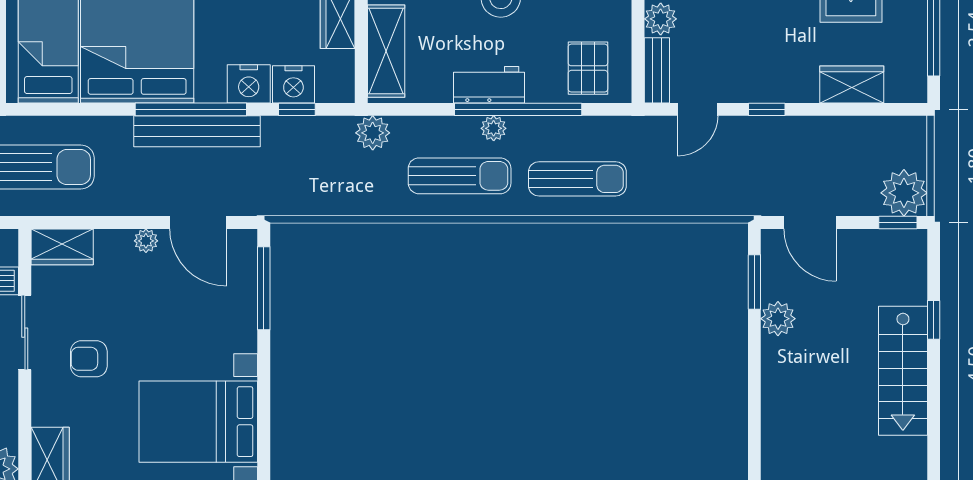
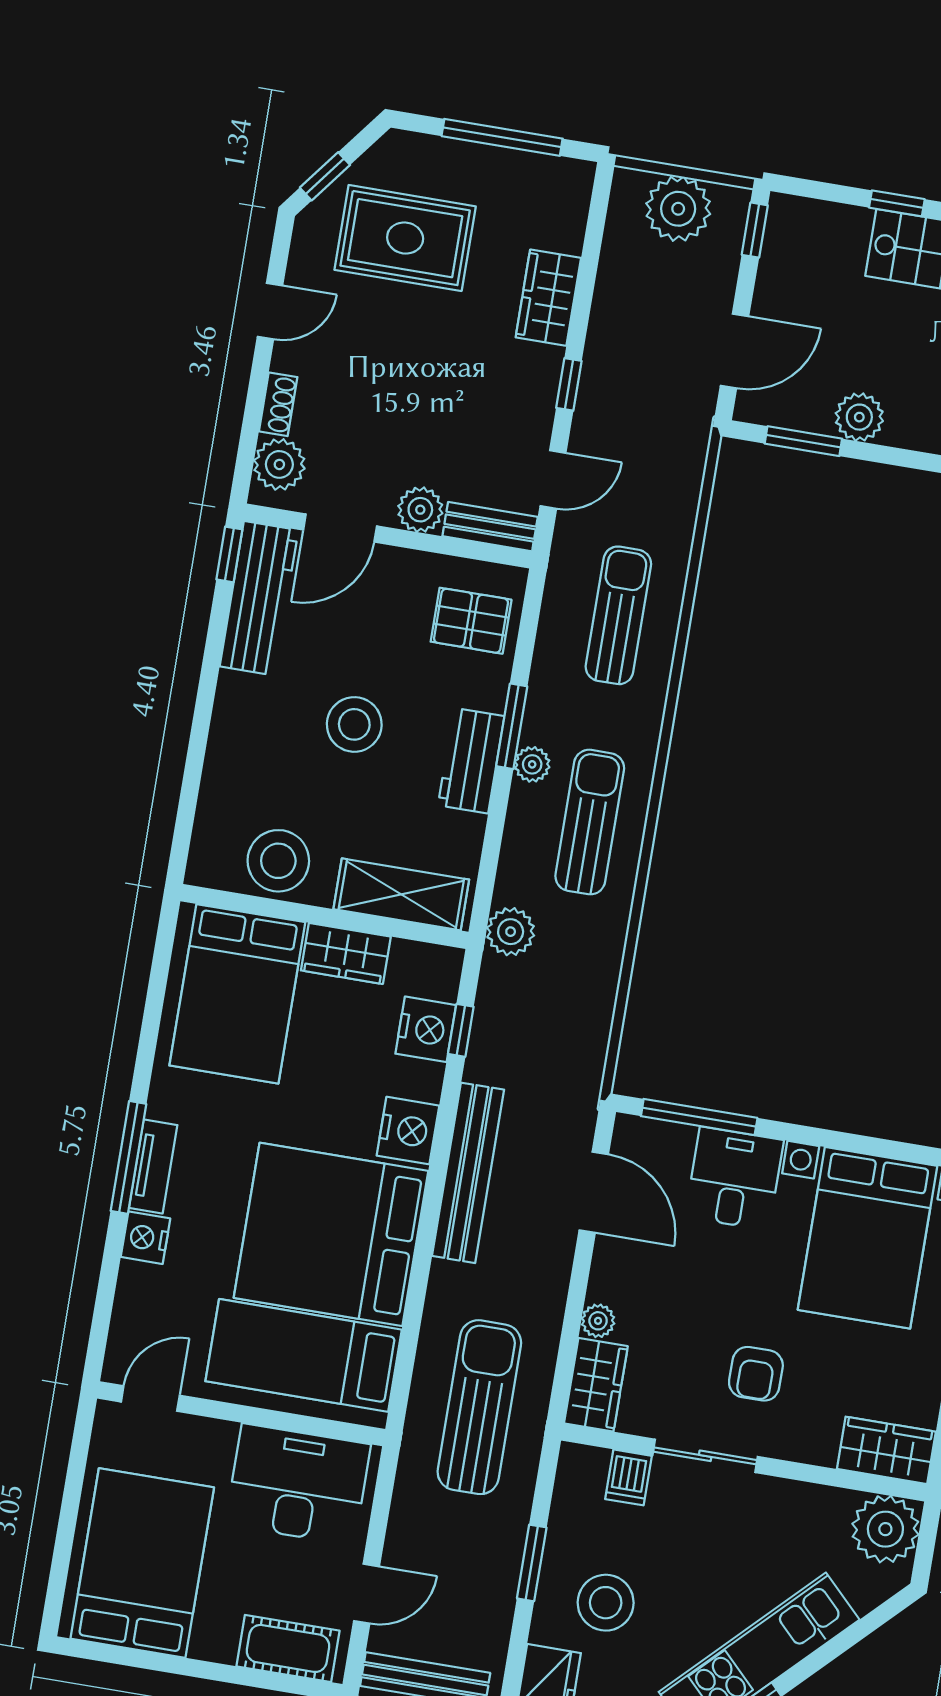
nightstand: (249, 84) -> (408, 1131), moved
wardrobe: (852, 84) -> (548, 298), moved
window: (191, 109) -> (436, 1176), removed
window: (518, 109) -> (512, 726), width x0.47
door: (698, 109) -> (553, 480), hinge flipped
sun lounger: (577, 179) -> (618, 615), moved
plant: (904, 193) -> (678, 209), moved
door: (198, 223) -> (594, 1192), hinge flipped
plant: (146, 241) -> (598, 1321), moved
desk: (225, 320) -> (734, 1178), added

